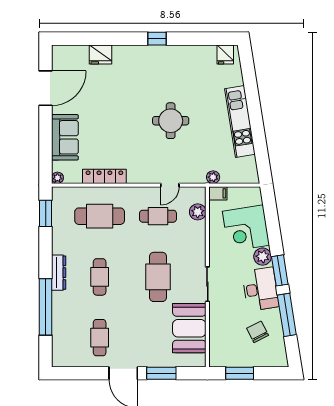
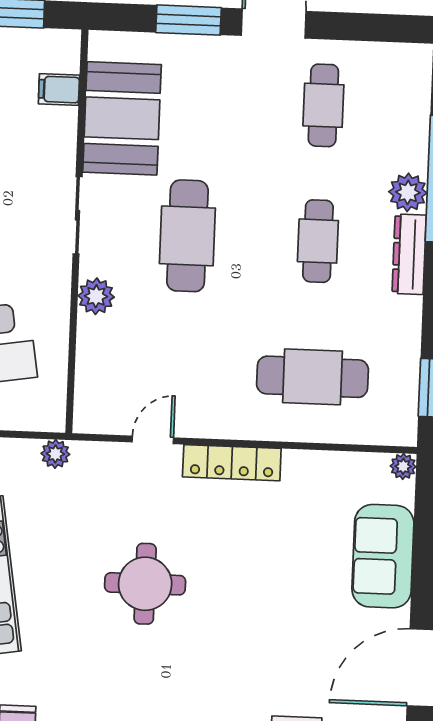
locker: (104, 176) -> (232, 463), moved
filing cabinet: (218, 193) -> (59, 89), moved
plant: (198, 212) -> (96, 296), moved
cafe table: (158, 216) -> (182, 372), removed
plant: (60, 300) -> (408, 192), added

